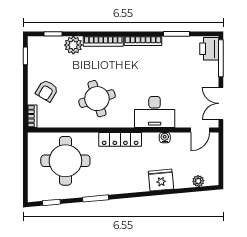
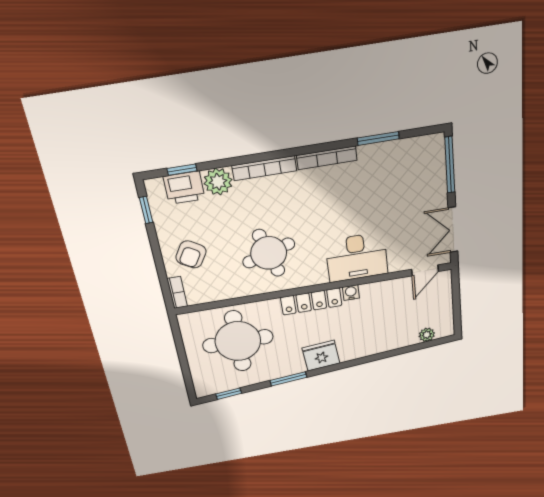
printer: (209, 49) -> (184, 188), moved, turned -90
water cooler: (165, 138) -> (351, 293), moved
fridge: (161, 180) -> (321, 356), moved

